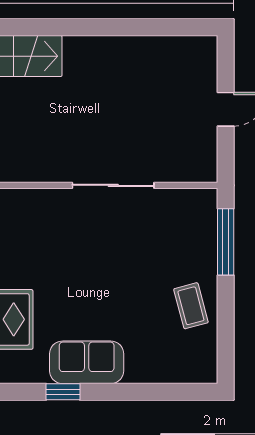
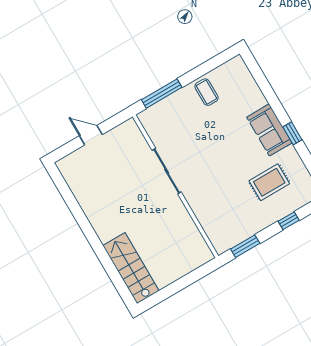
coffee table: (191, 306) -> (207, 92), turned -75

